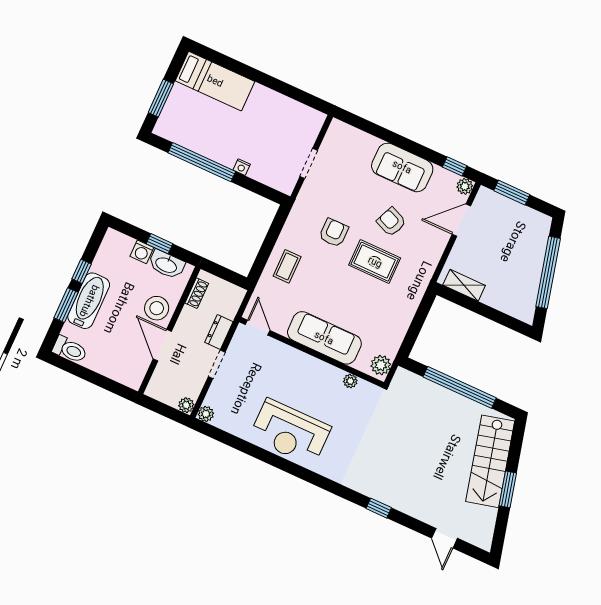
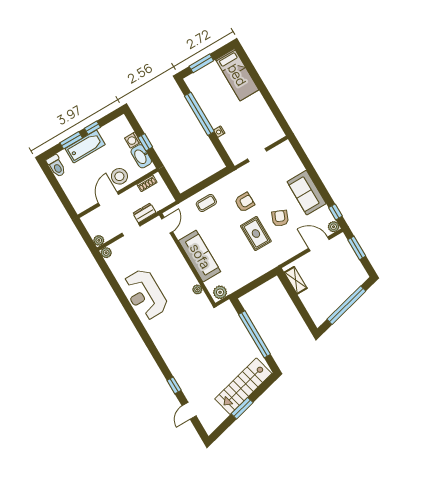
window: (379, 508) -> (174, 385), moved

